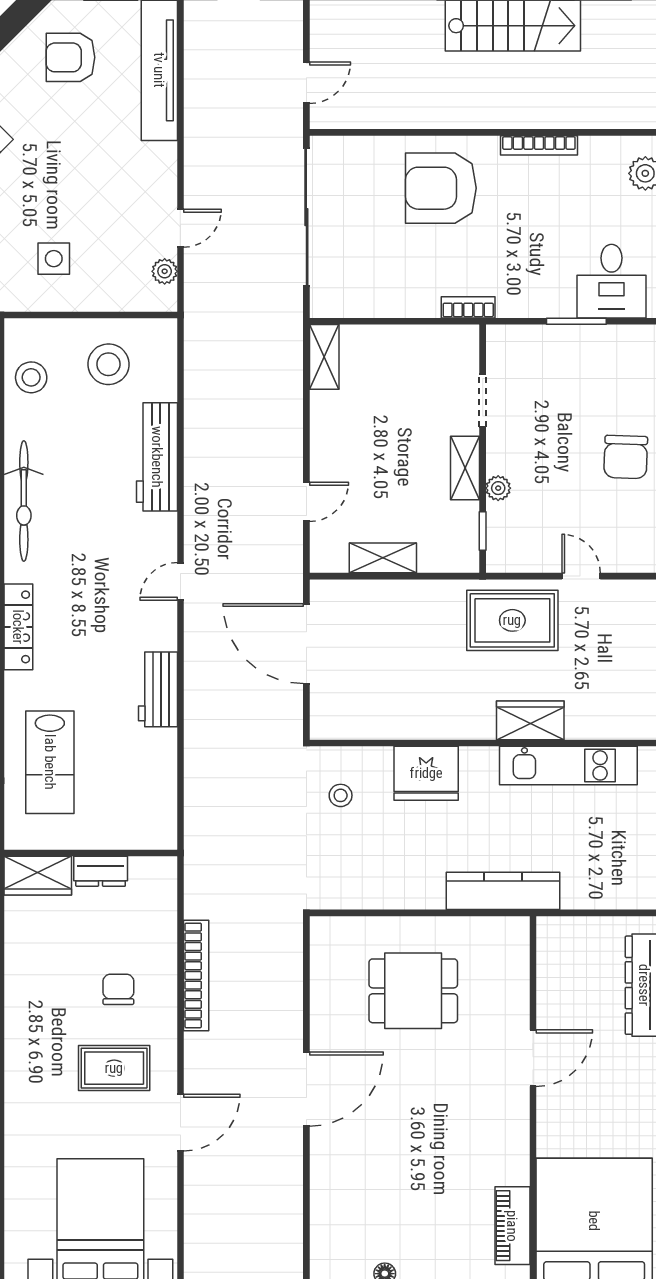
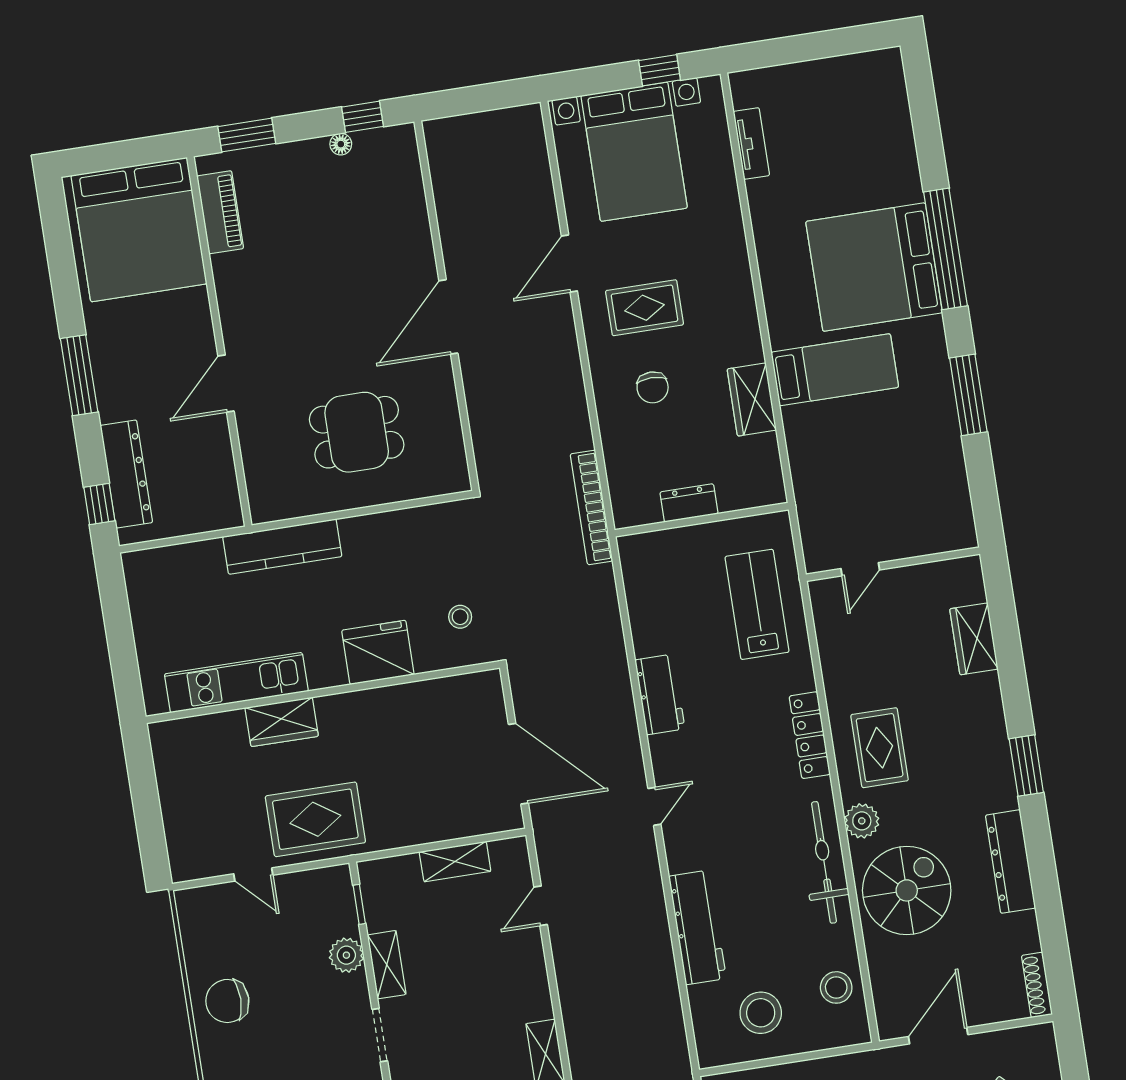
chair: (626, 457) -> (227, 1001), turned -92
plant: (498, 488) -> (346, 955), width x1.38, depth x1.38
wardrobe: (38, 876) -> (752, 399), moved, turned -90
bookcase: (196, 975) -> (591, 507), moved

